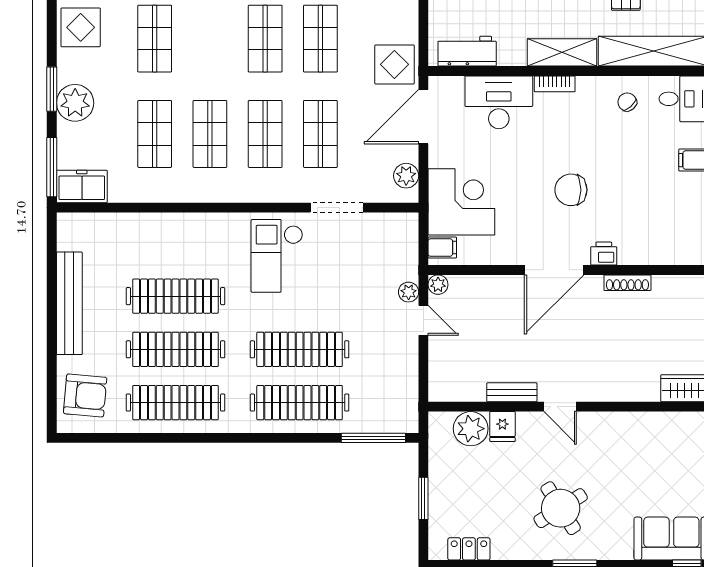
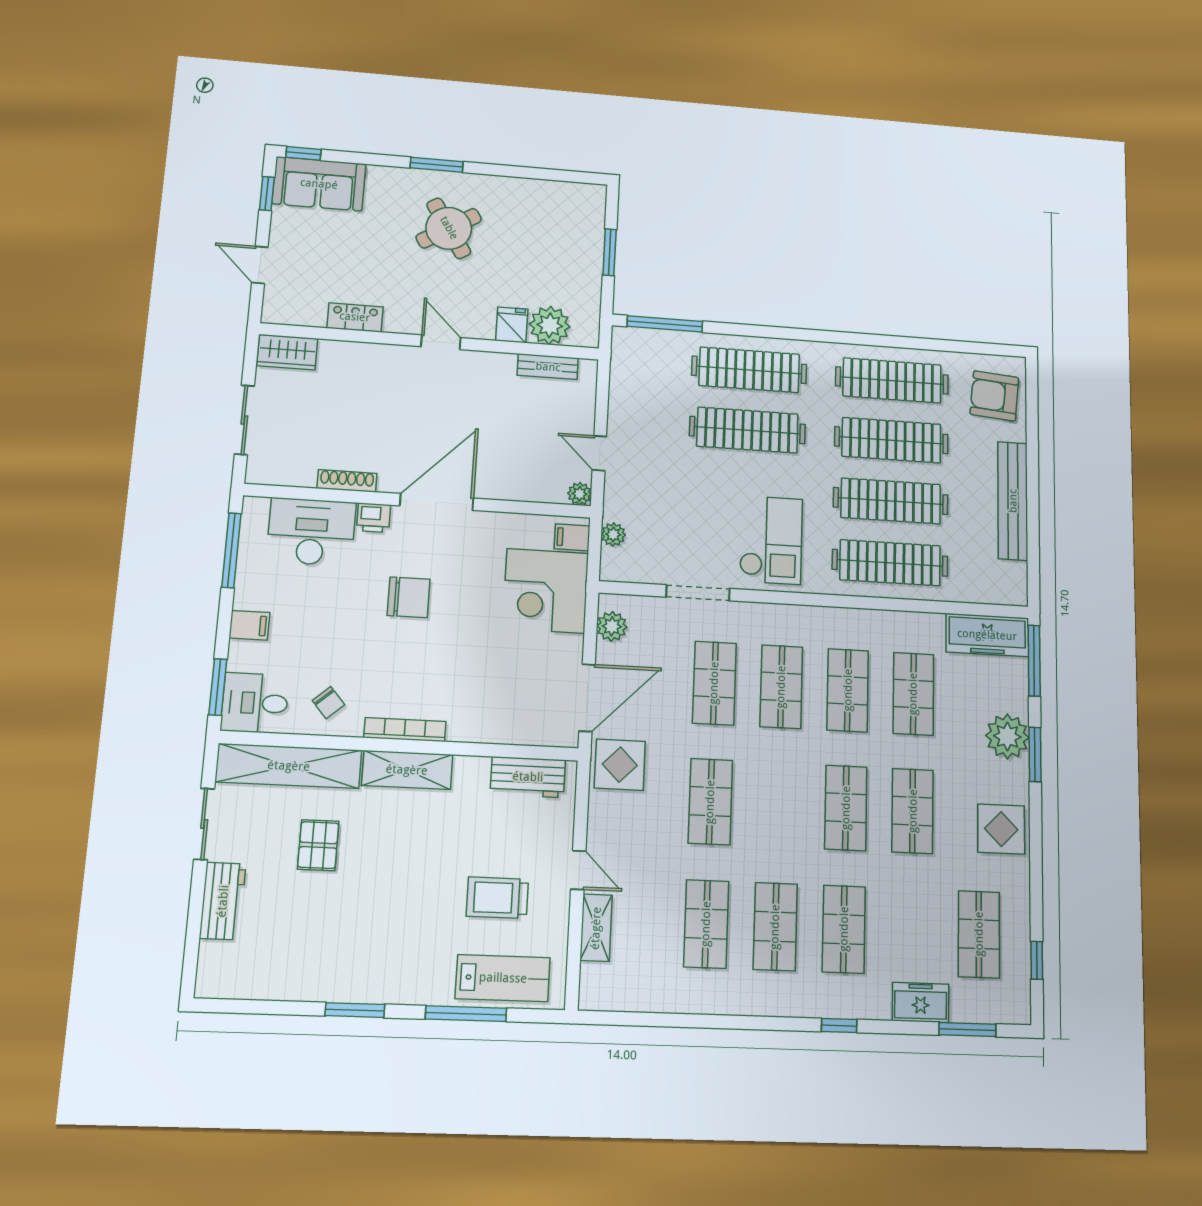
shop shelf: (265, 39) -> (846, 808), moved
bookcase: (555, 84) -> (405, 730), width x1.56
desk: (499, 102) -> (311, 532), moved, turned 180
freezer: (82, 186) -> (987, 635), width x1.40
clothes rail: (176, 243) -> (890, 563), added
plant: (409, 292) -> (613, 534), moved
bench: (512, 392) -> (548, 367), moved
locker: (469, 549) -> (355, 317), moved, turned 180

